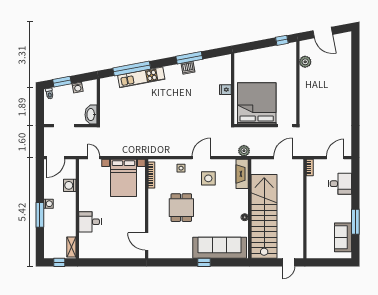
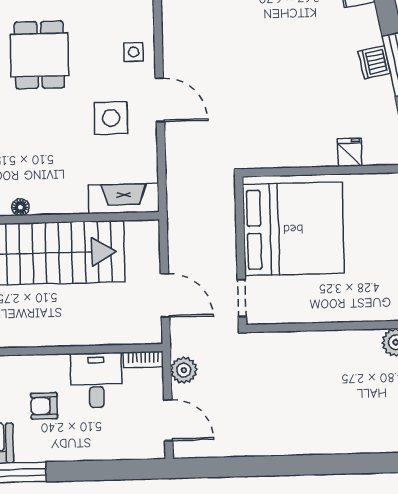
fridge: (225, 90) -> (350, 152), moved
plant: (244, 151) -> (184, 370), moved
desk: (340, 184) -> (96, 380), moved, turned 180
dining table: (181, 208) -> (39, 55), turned 90
armchair: (328, 209) -> (44, 406), added

